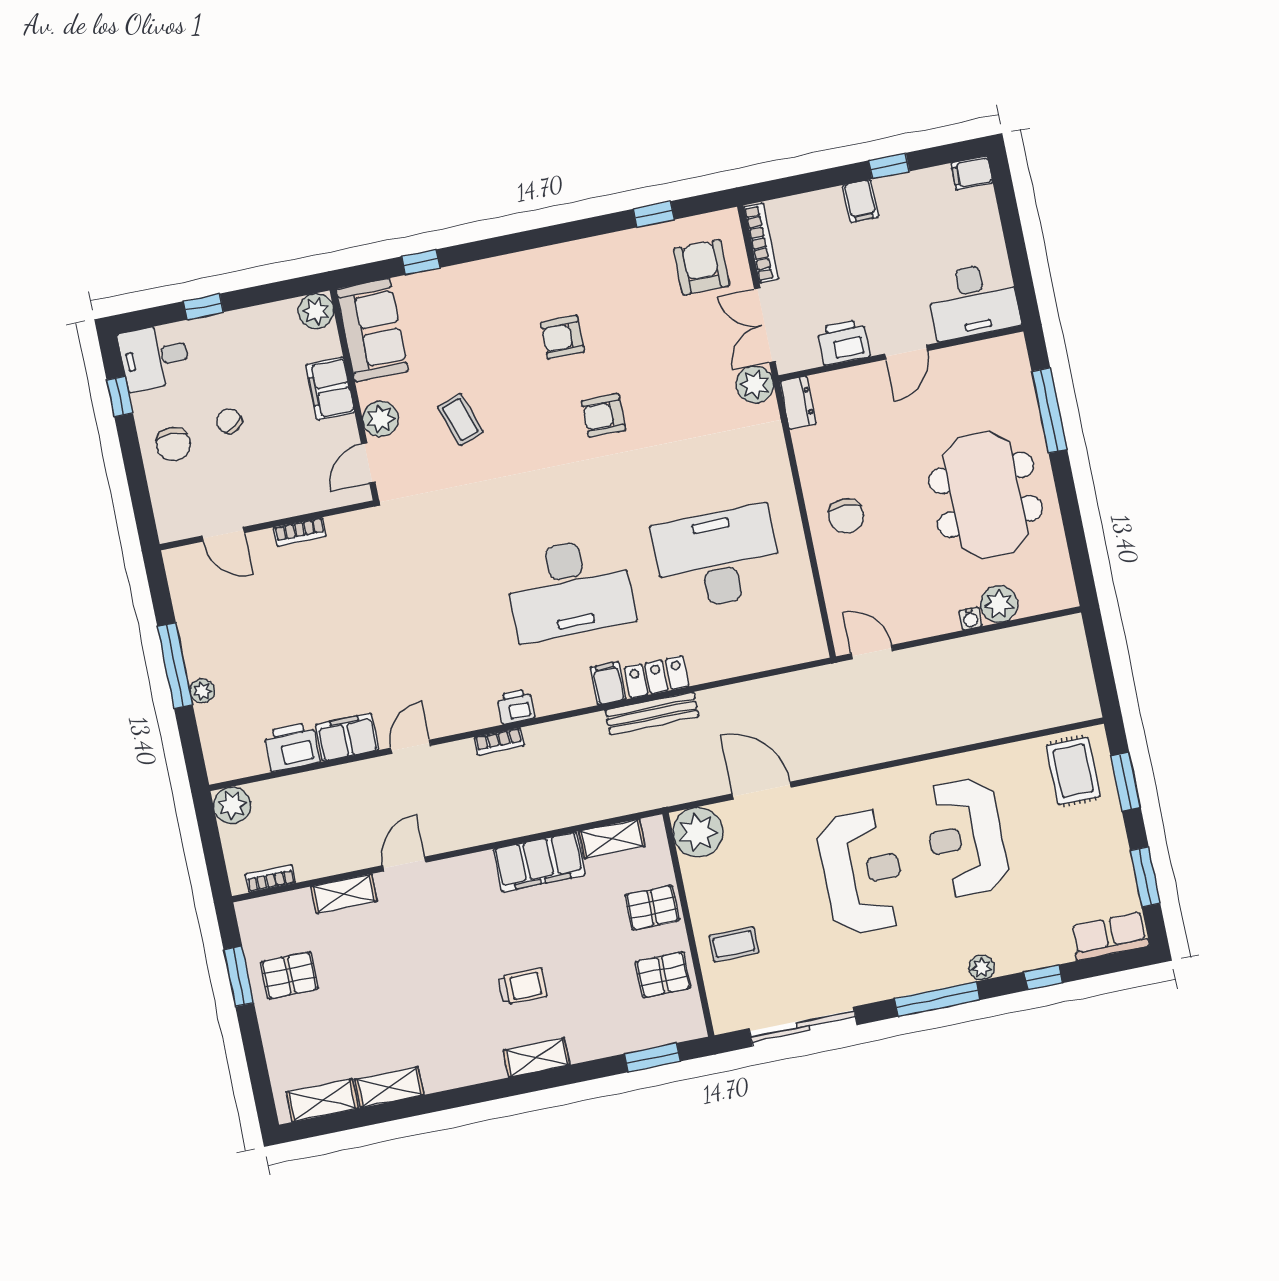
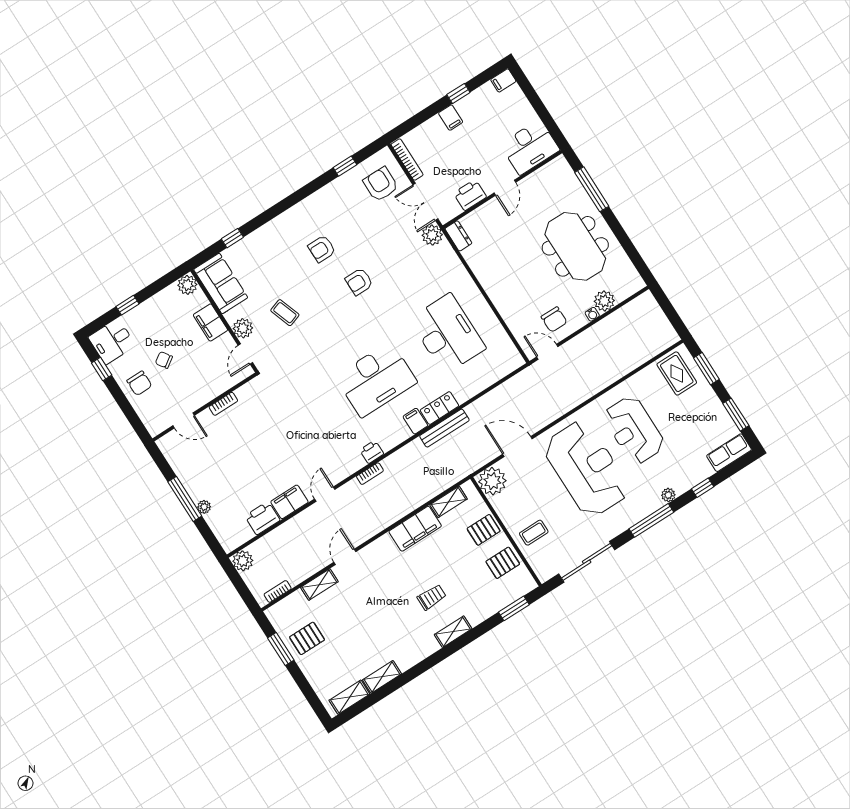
chair: (846, 516) -> (554, 320), moved
desk: (717, 558) -> (447, 334), turned 90
reception desk: (862, 872) -> (586, 469), width x1.36, depth x1.30

